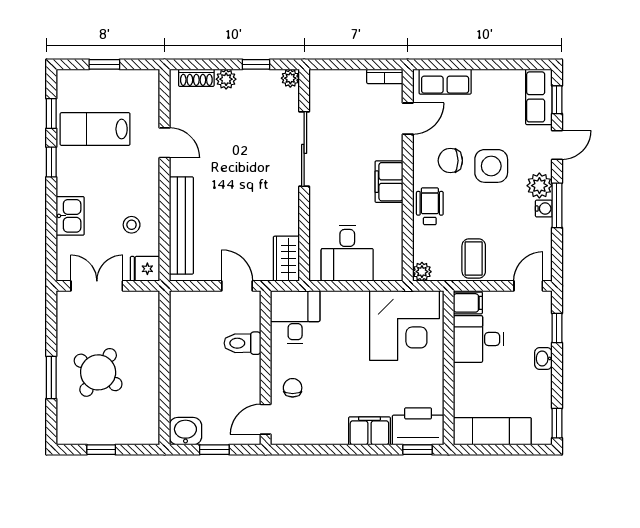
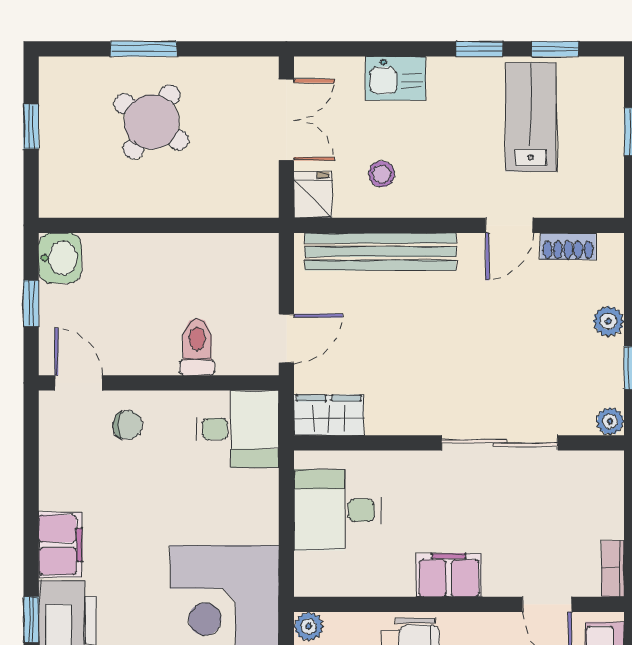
shoe rack: (196, 78) -> (568, 246), moved, turned -90

